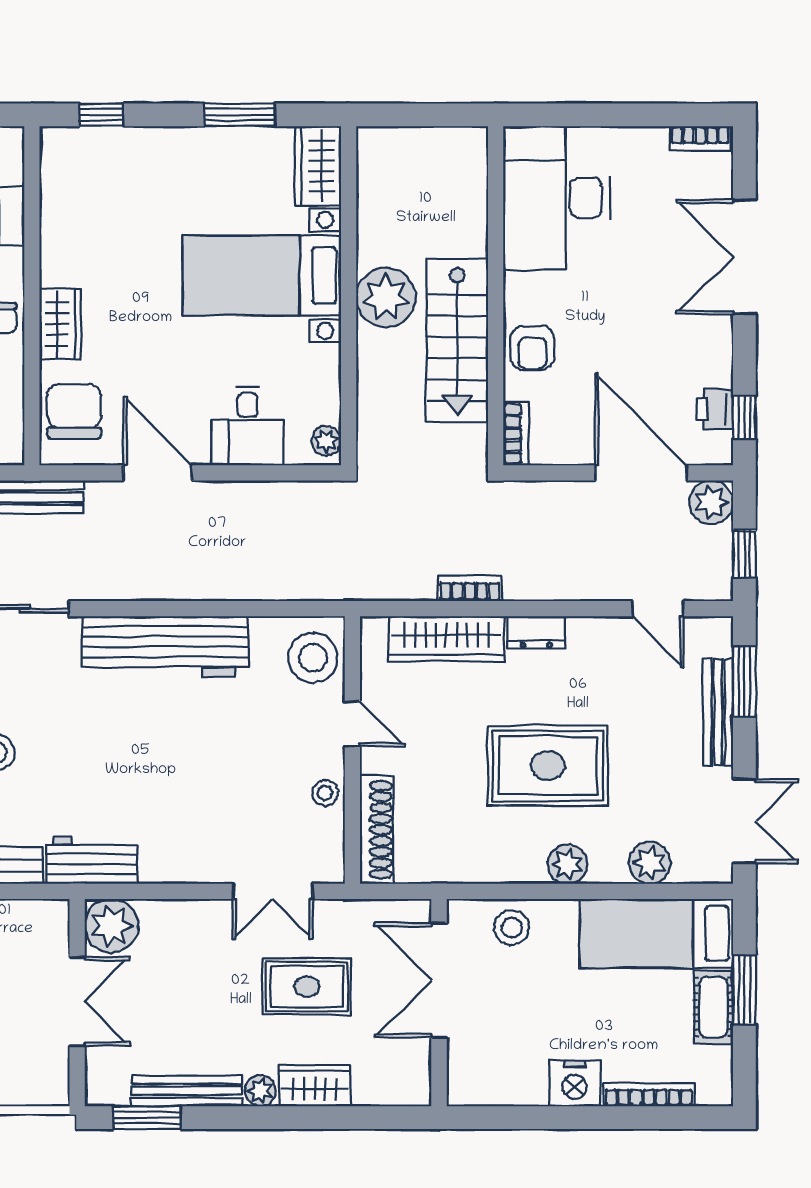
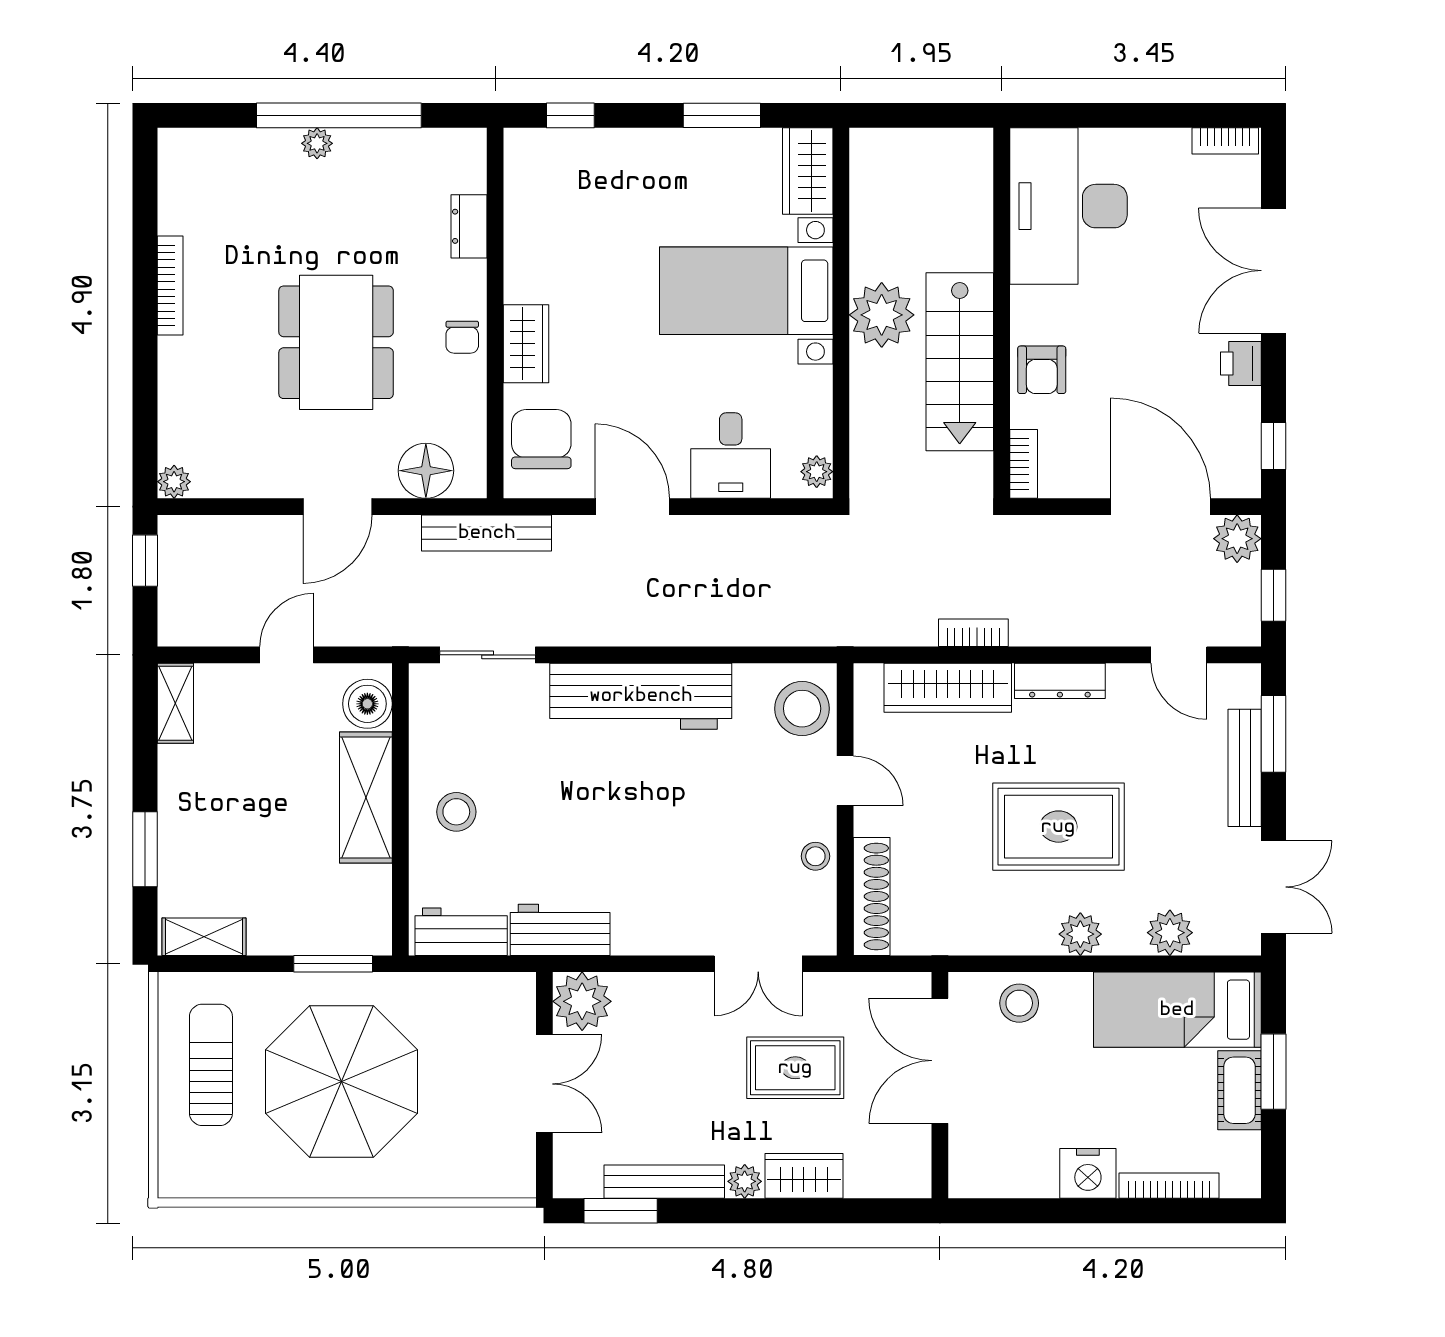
printer: (715, 409) -> (1241, 364), moved
dresser: (536, 632) -> (1060, 681), width x1.44

